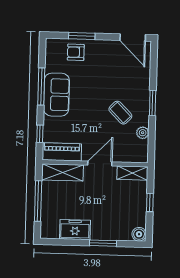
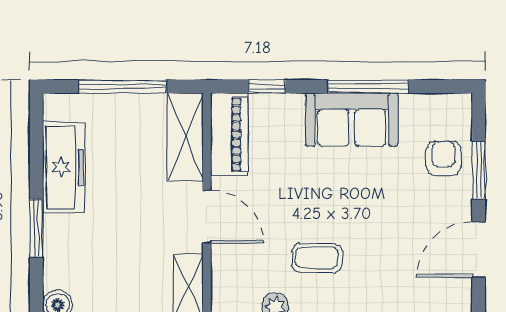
door: (133, 37) -> (479, 250), moved
coffee table: (120, 113) -> (317, 258), turned 45
freezer: (75, 230) -> (64, 167), width x1.40

